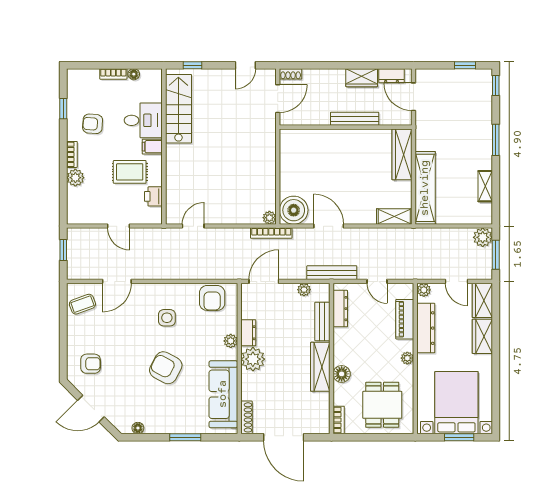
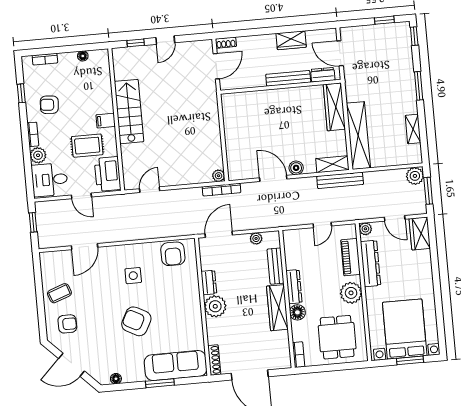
door: (245, 65) -> (165, 40), moved
bookcase: (113, 74) -> (45, 59), moved
dresser: (392, 76) -> (323, 75), moved, turned 180
stairs: (178, 109) -> (129, 112), moved
desk: (143, 120) -> (50, 180), moved, turned 180
printer: (153, 196) -> (108, 174), width x1.87, depth x1.48
boiler: (294, 210) -> (296, 168), moved, width x0.54, depth x0.54
bench: (332, 273) -> (340, 180), moved
door: (377, 281) -> (322, 225), hinge flipped
coffee table: (82, 304) -> (59, 293), moved
dresser: (340, 309) -> (294, 287), moved
wardrobe: (482, 336) -> (423, 266), removed
plant: (231, 341) -> (193, 291), removed
plant: (407, 358) -> (351, 293), width x1.88, depth x1.88
sofa: (223, 394) -> (176, 366), moved, turned 90

